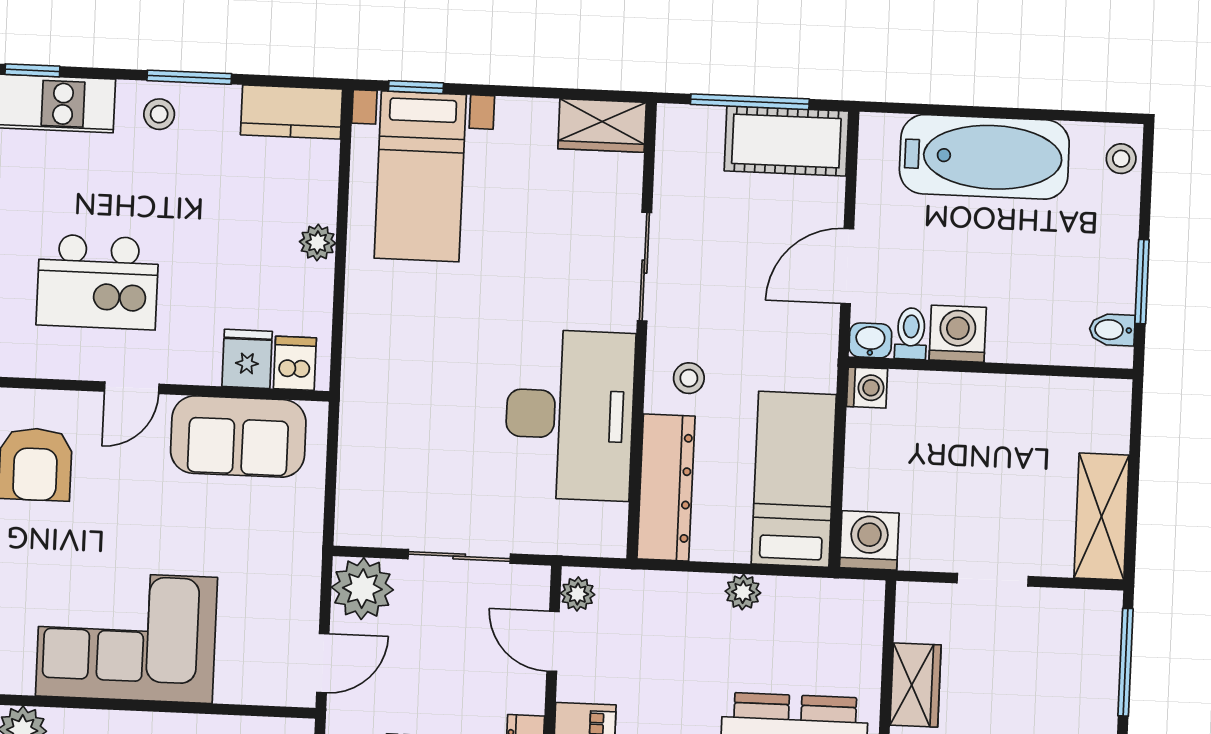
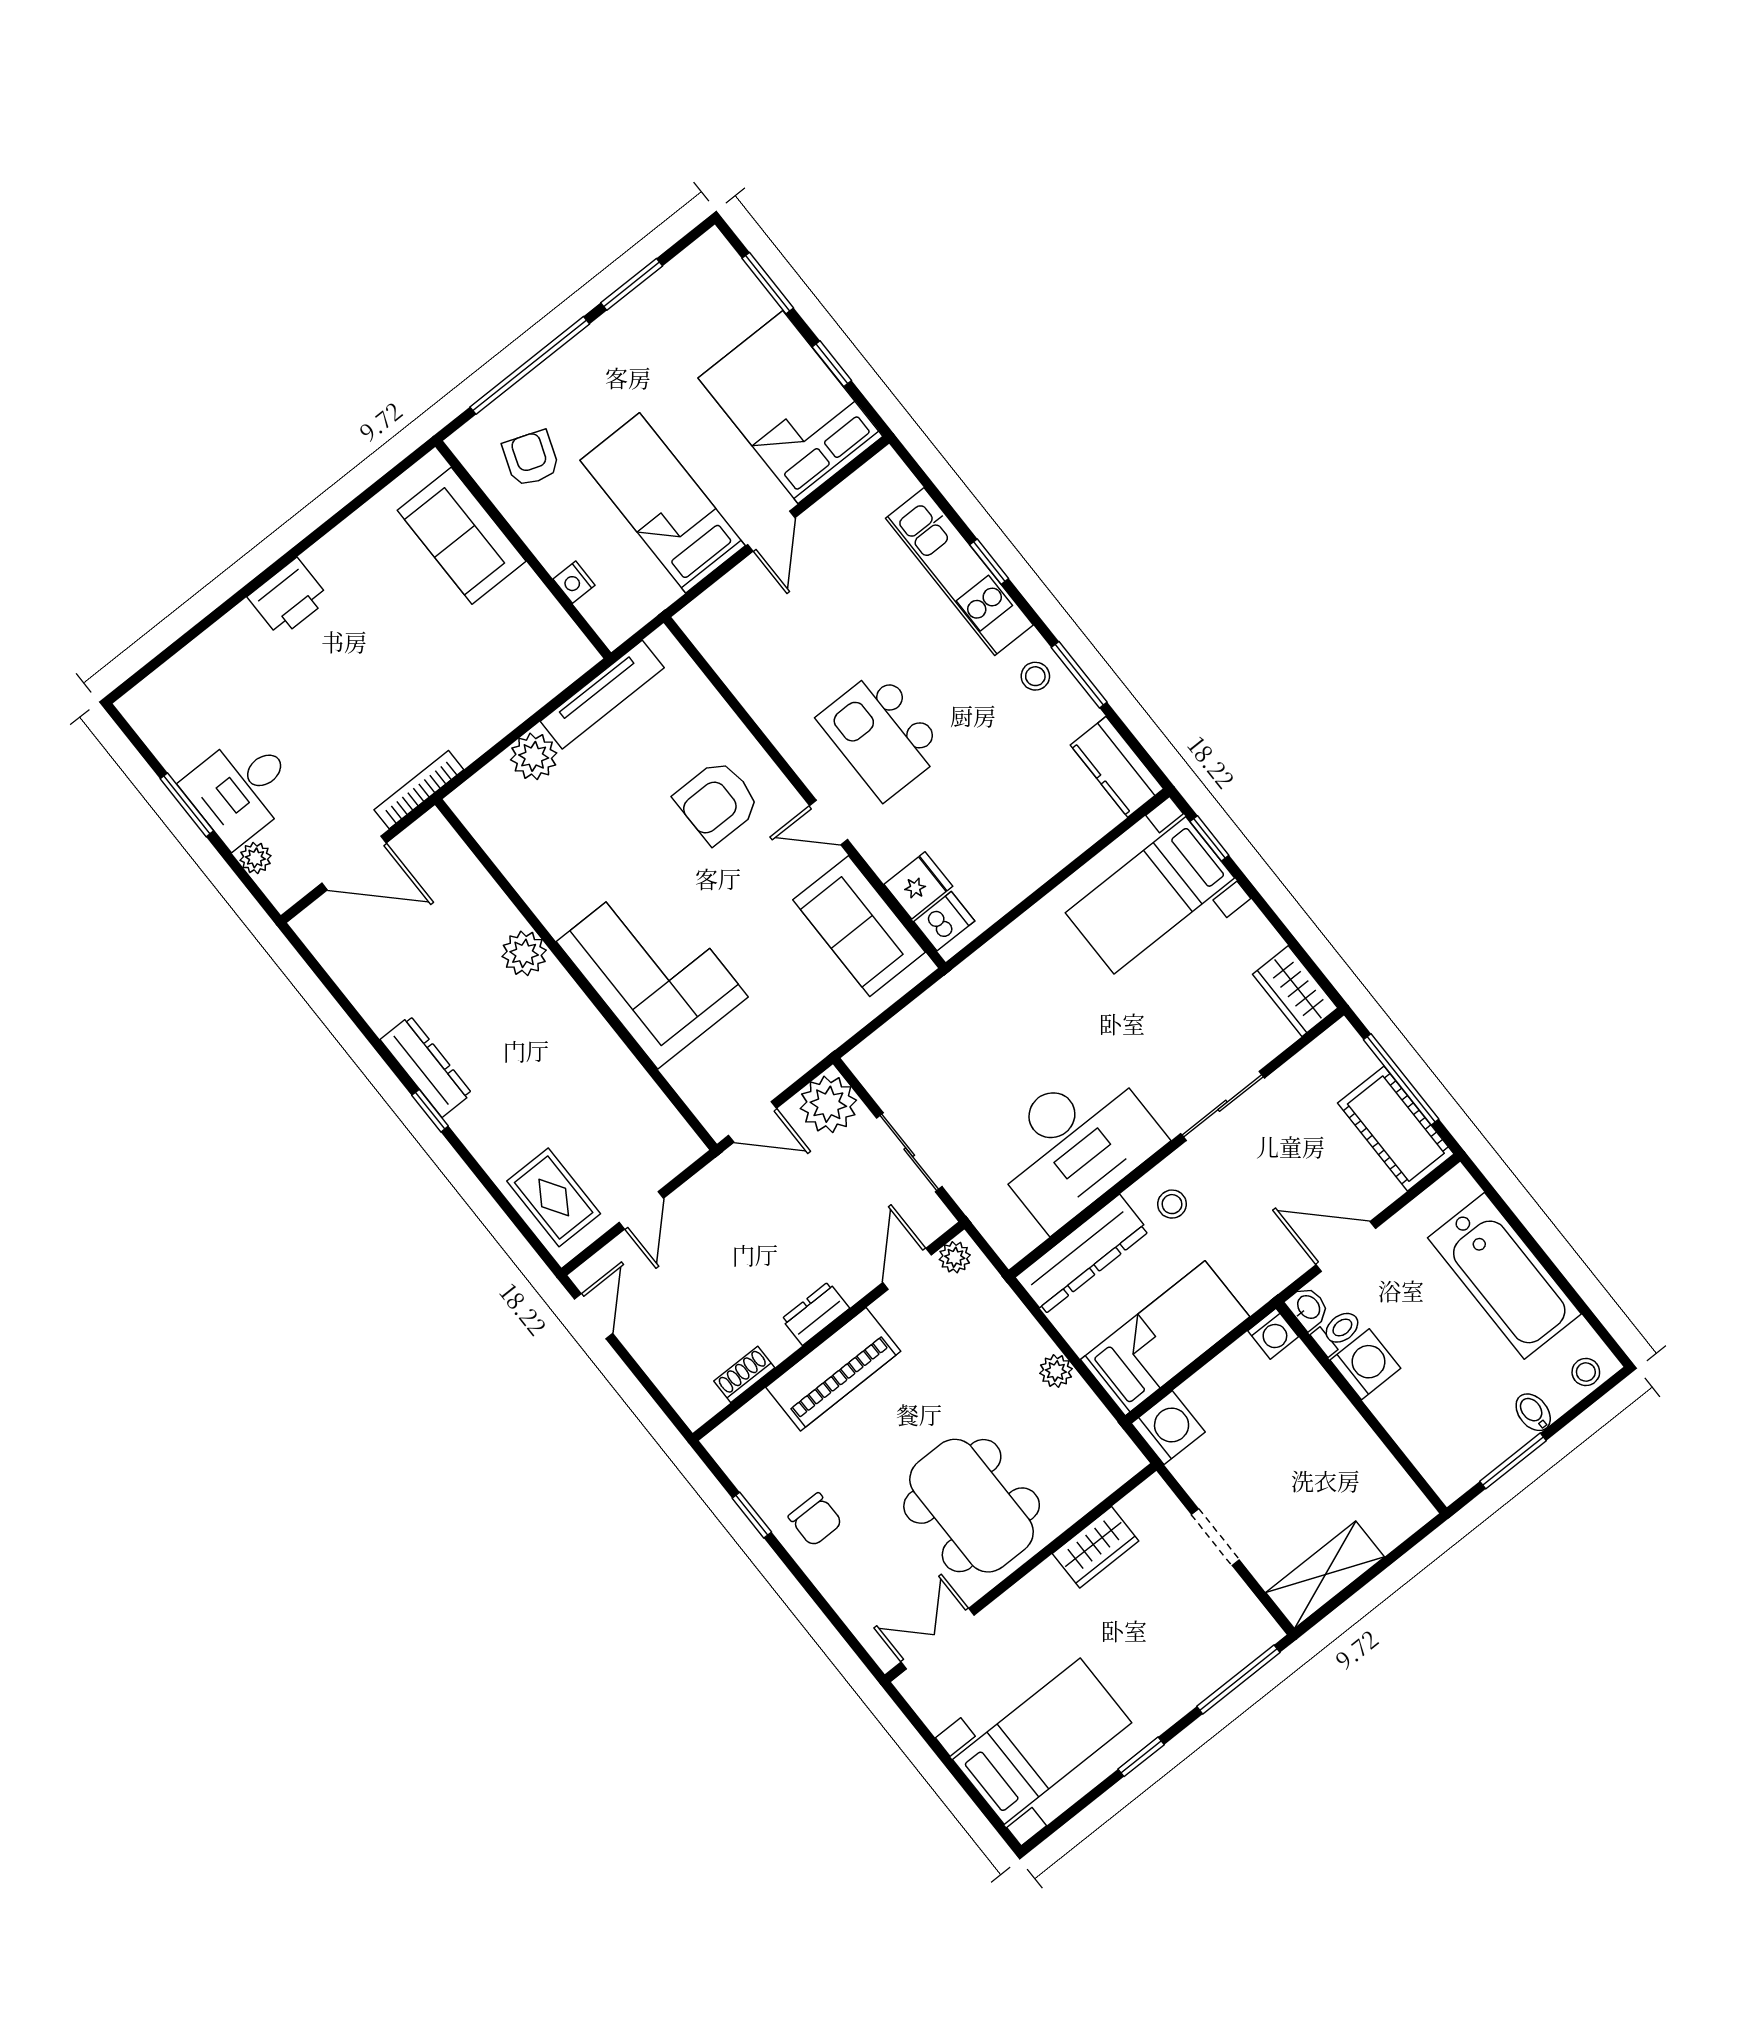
plant: (318, 242) -> (1042, 864), removed
bidet: (1112, 330) -> (1533, 1412), moved

